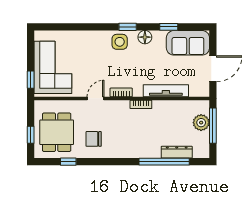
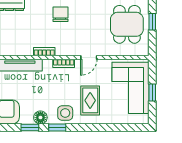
window: (169, 27) -> (30, 128), moved
rug: (94, 55) -> (90, 100), added
window: (31, 80) -> (152, 93), moved
chair: (94, 139) -> (61, 14), moved, turned -90

